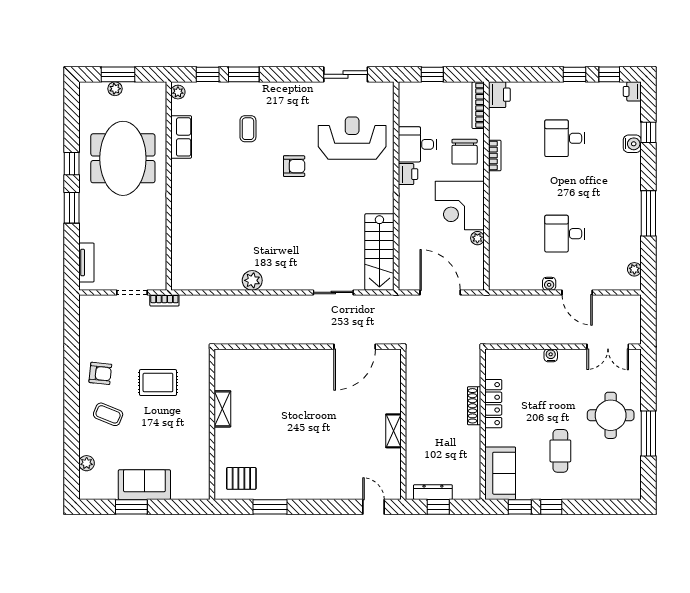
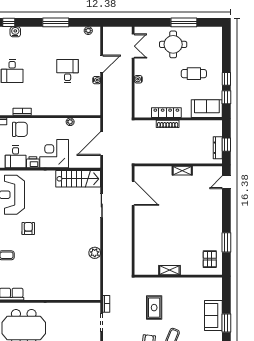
corner desk: (460, 206) -> (54, 154), moved, turned 180
desk: (565, 234) -> (68, 71), turned 180

